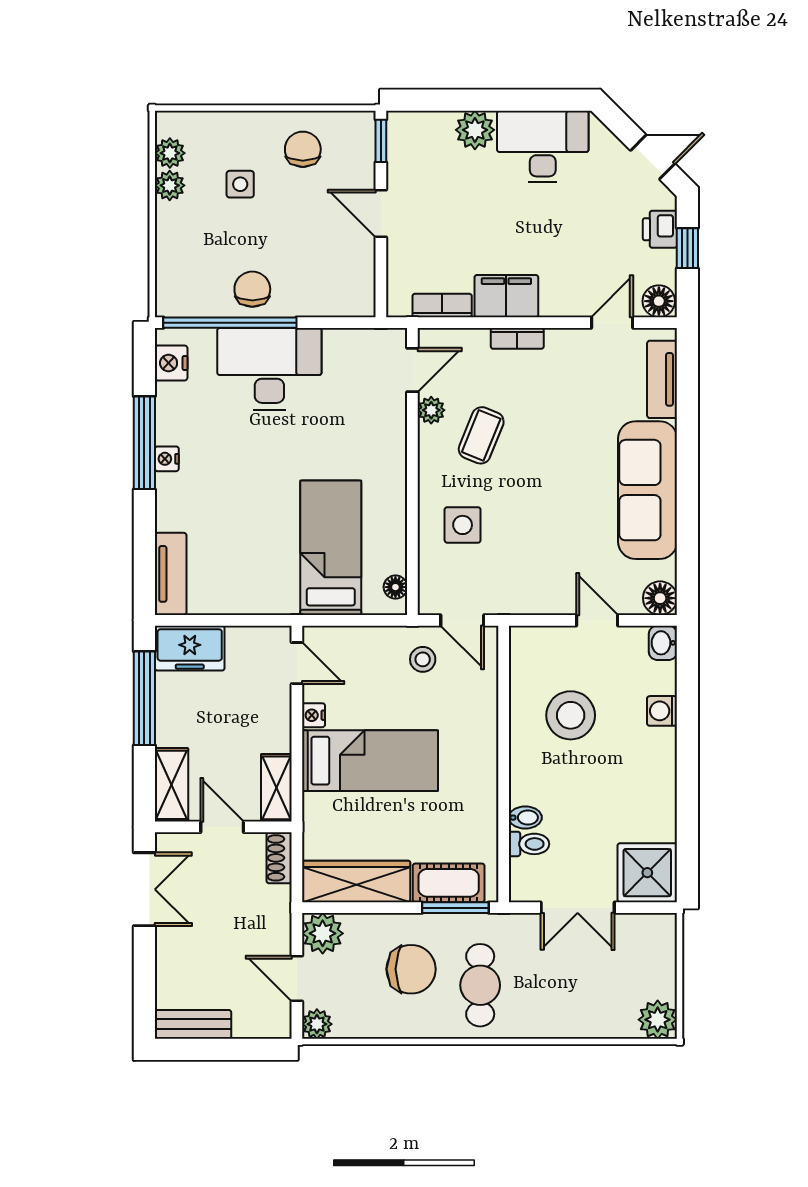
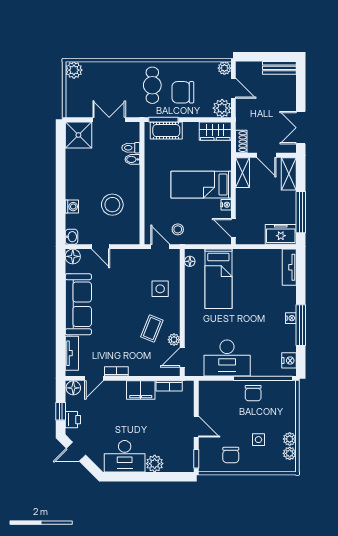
bookcase: (517, 338) -> (116, 371), moved
desk: (269, 369) -> (227, 358), moved
wardrobe: (356, 881) -> (215, 131), width x0.67

